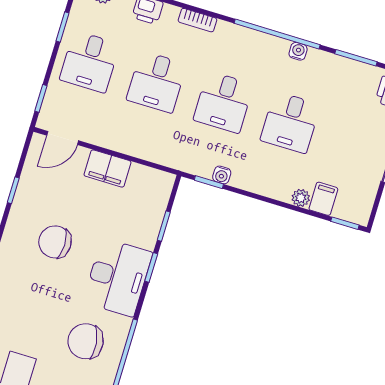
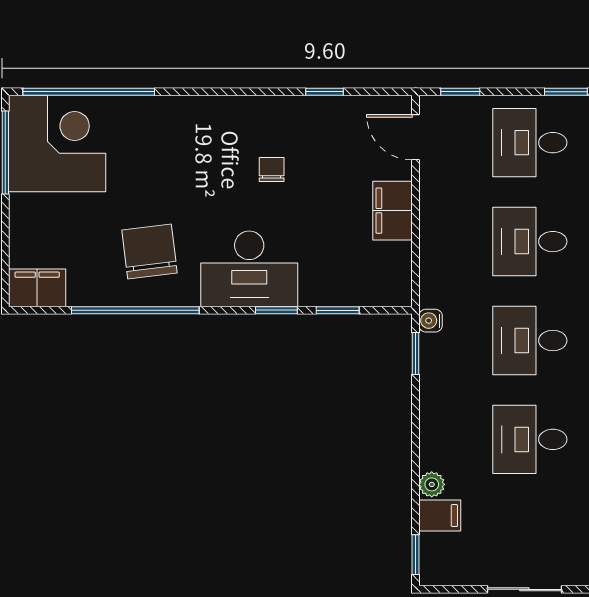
water cooler: (222, 175) -> (431, 321), moved
chair: (55, 242) -> (272, 169), width x0.54, depth x0.54

